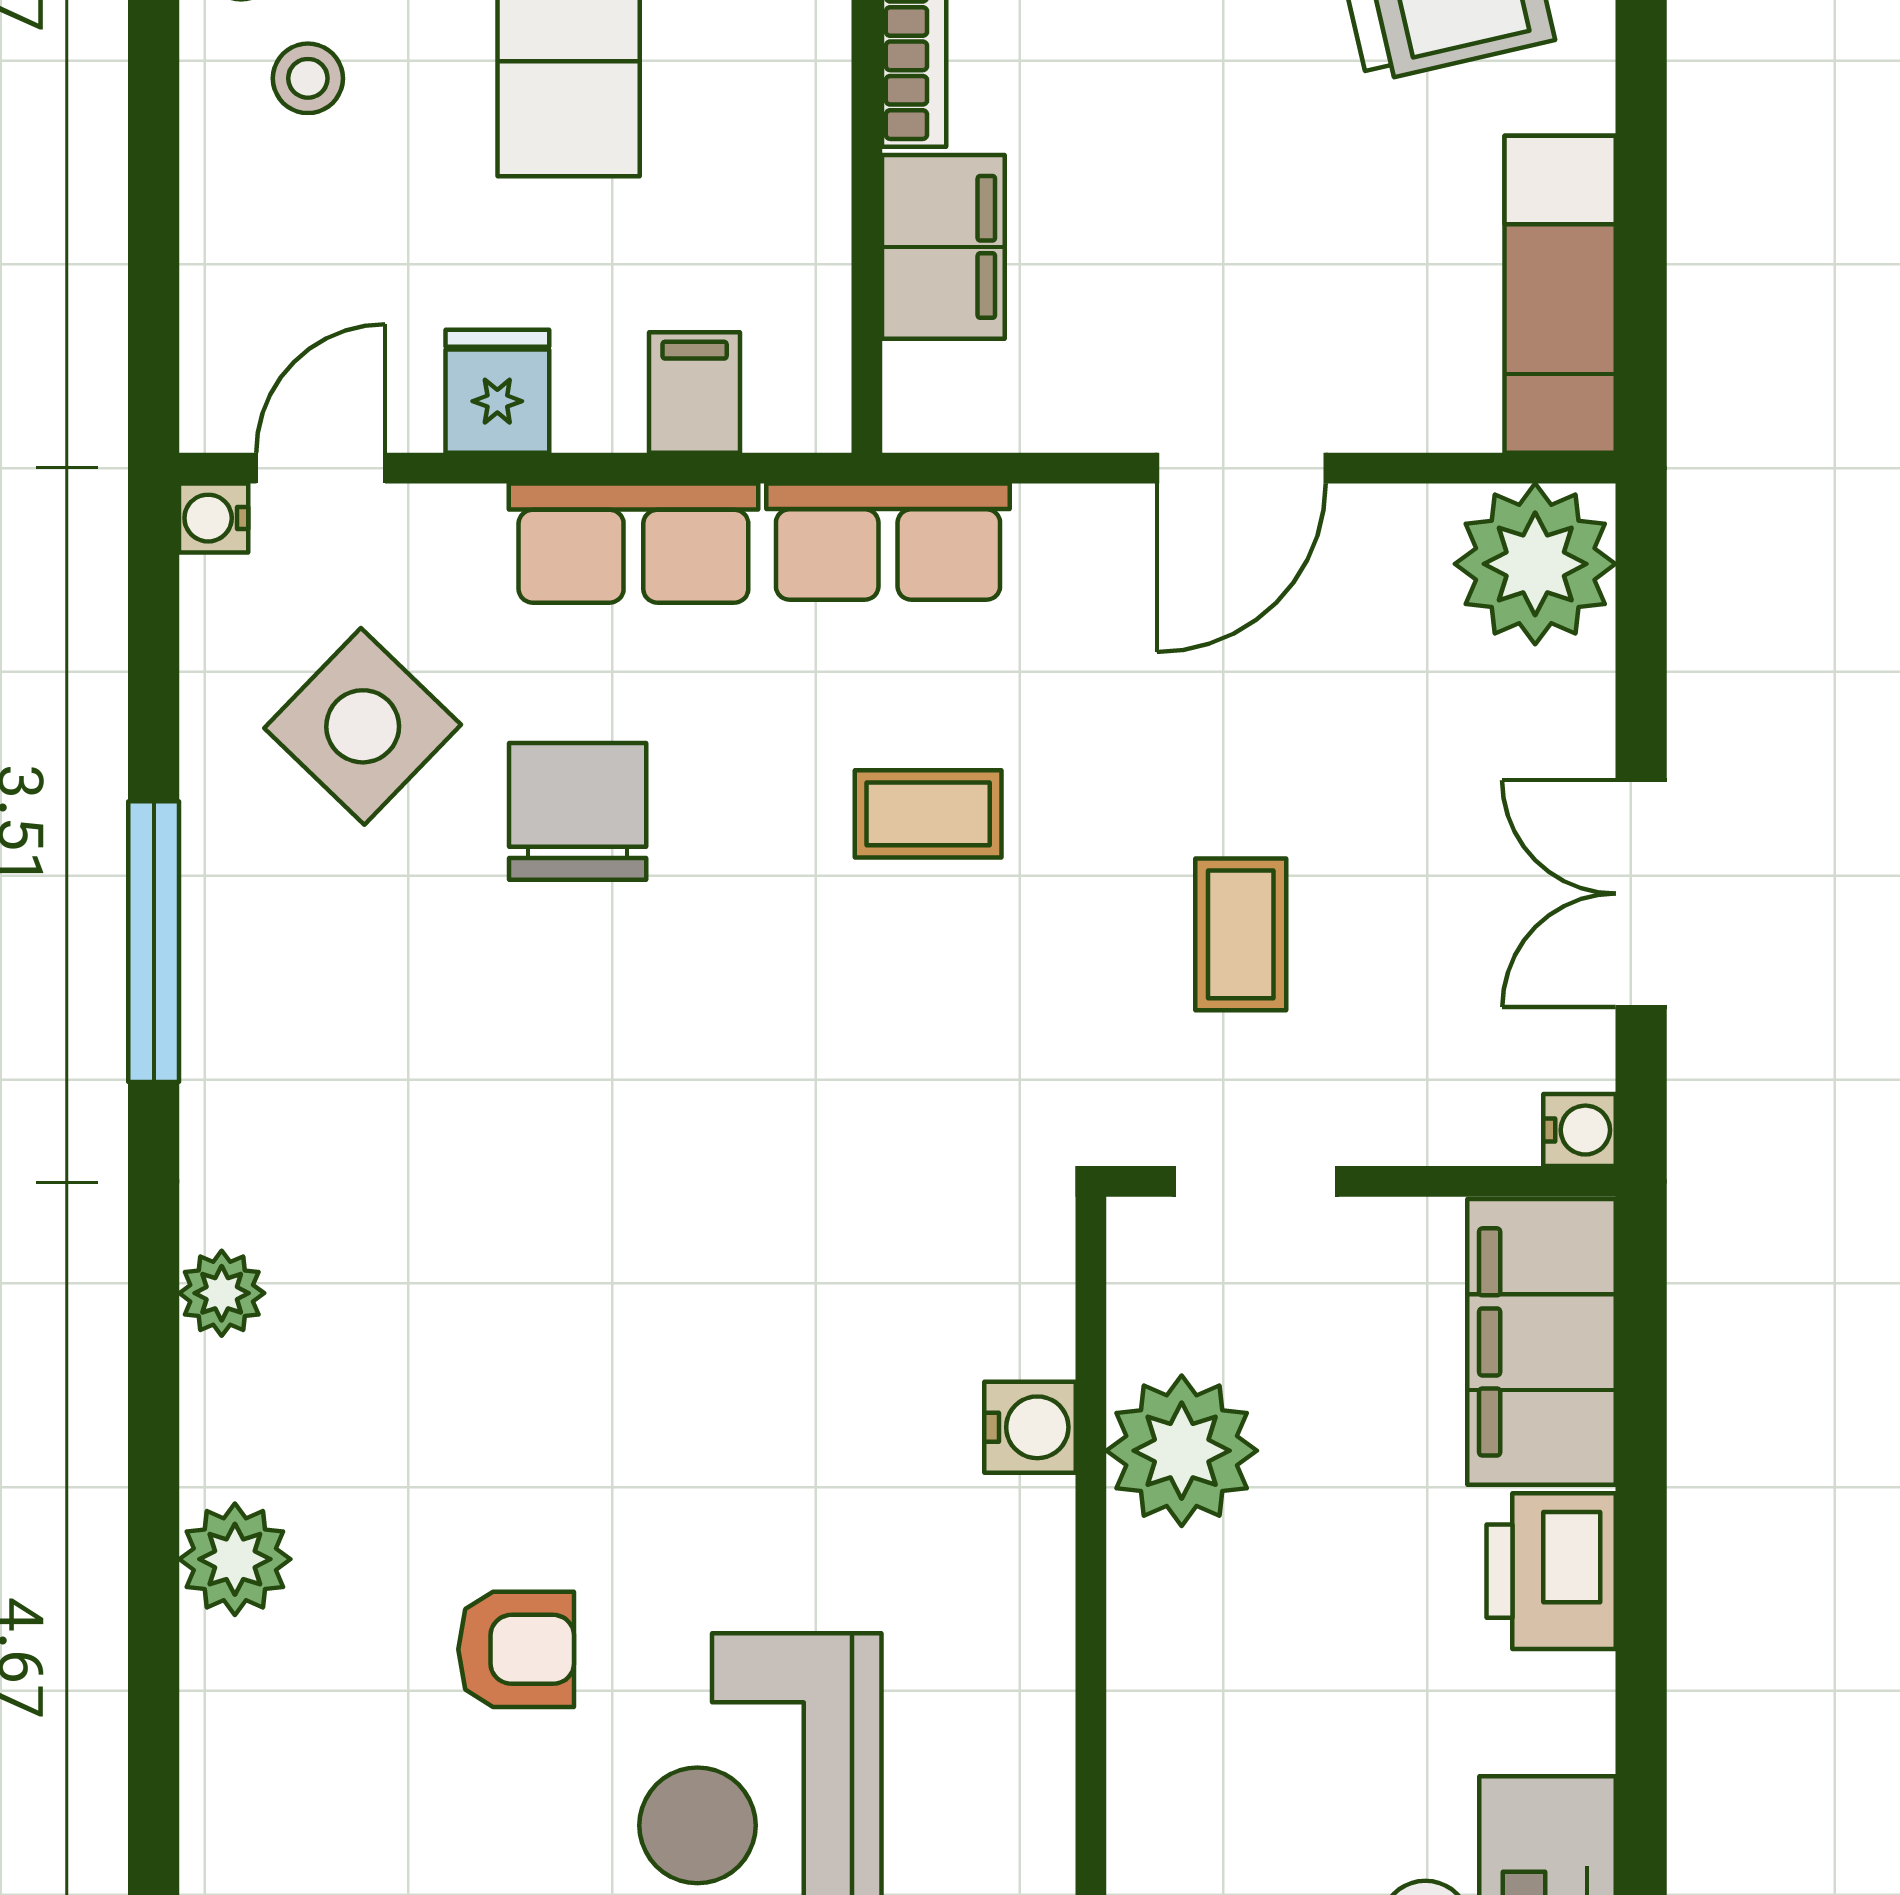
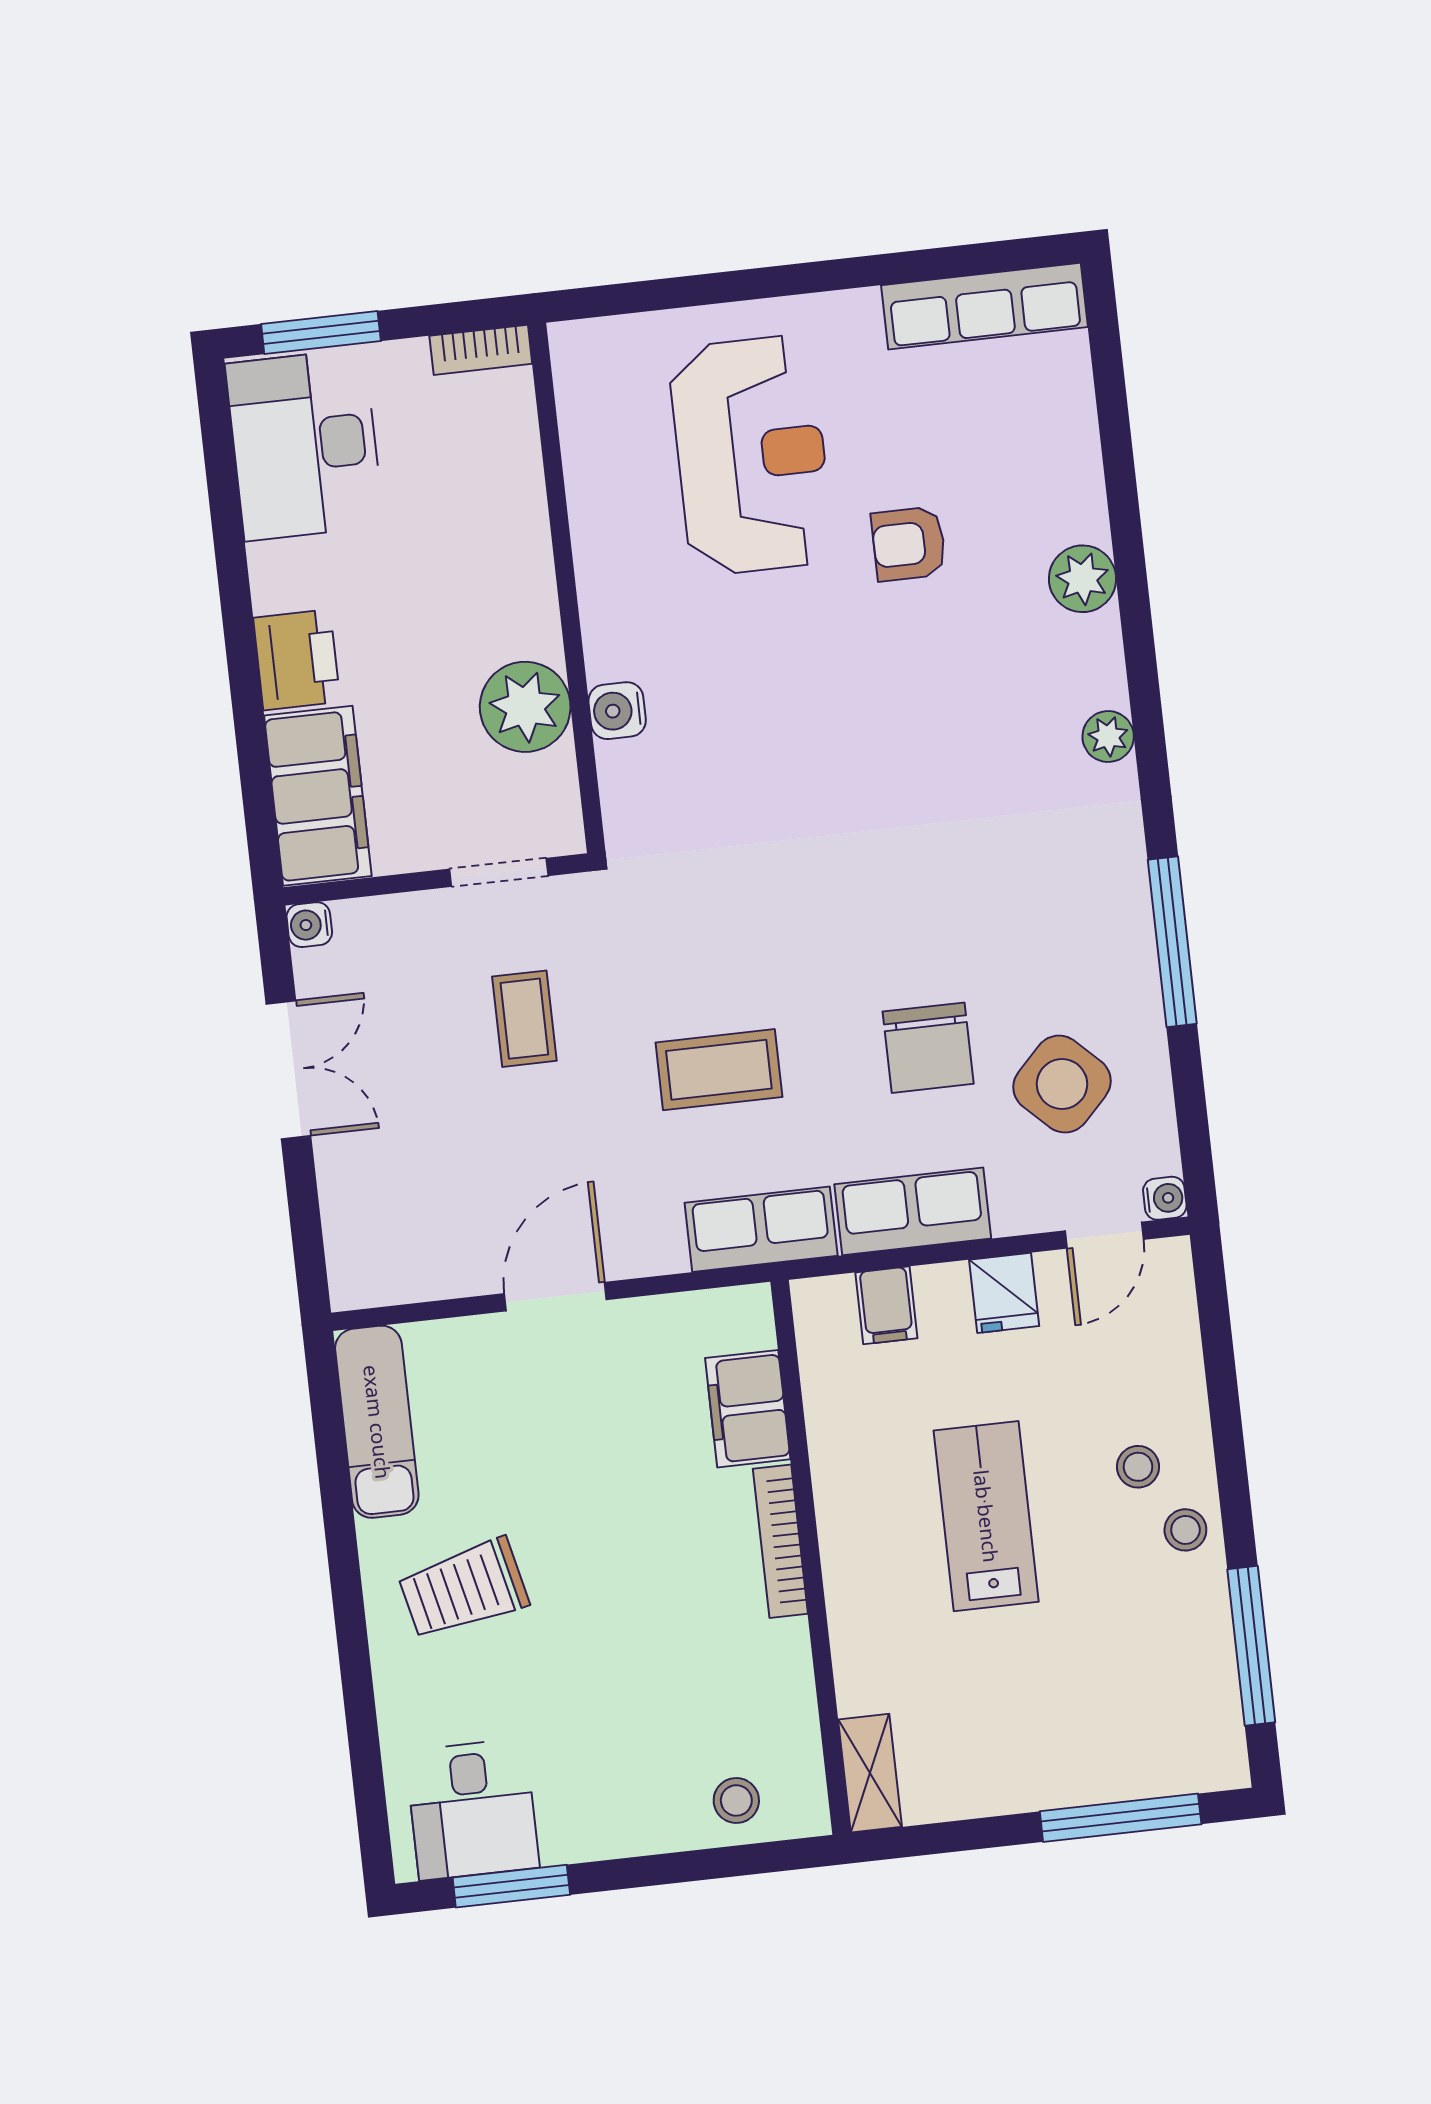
plant: (1535, 564) -> (374, 1259), removed
coffee table: (928, 814) -> (719, 1070), width x1.36, depth x1.30

